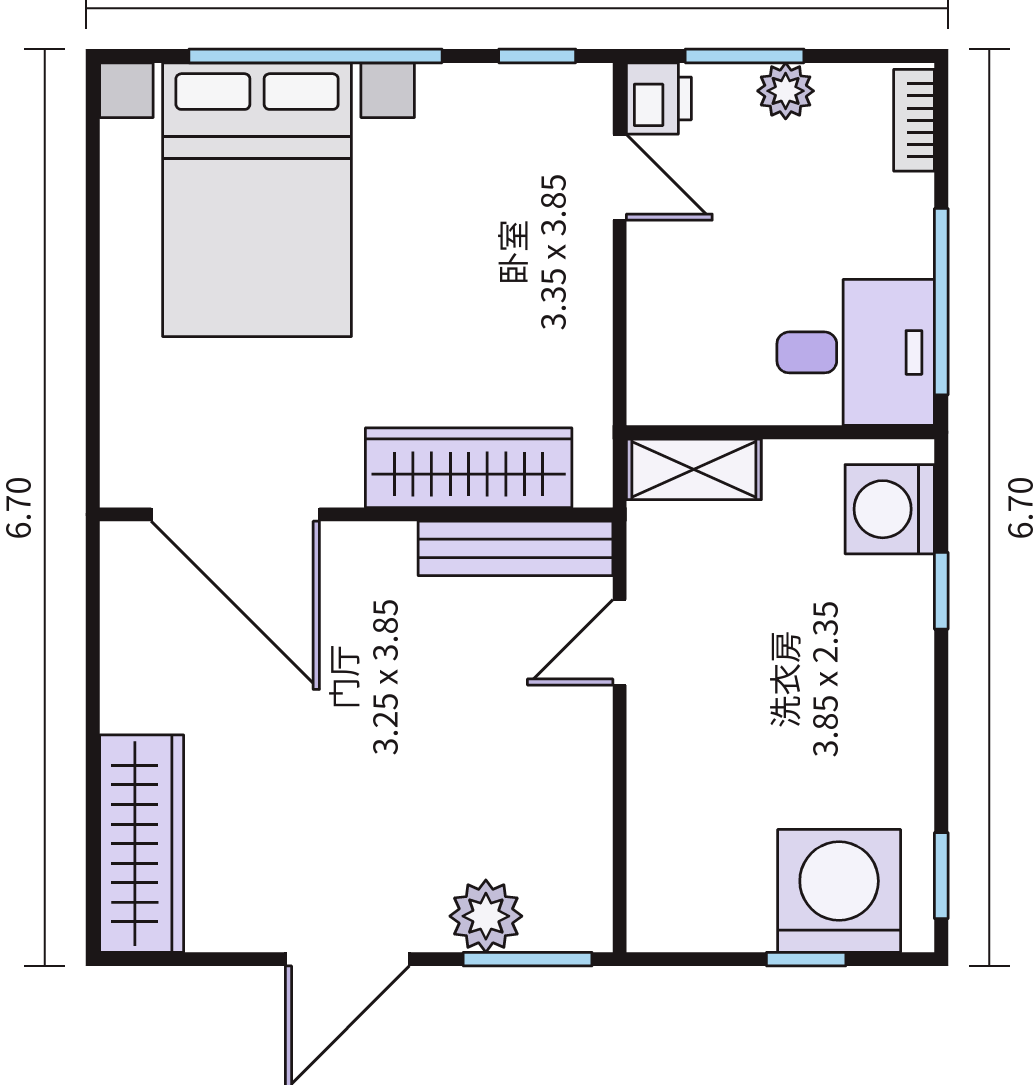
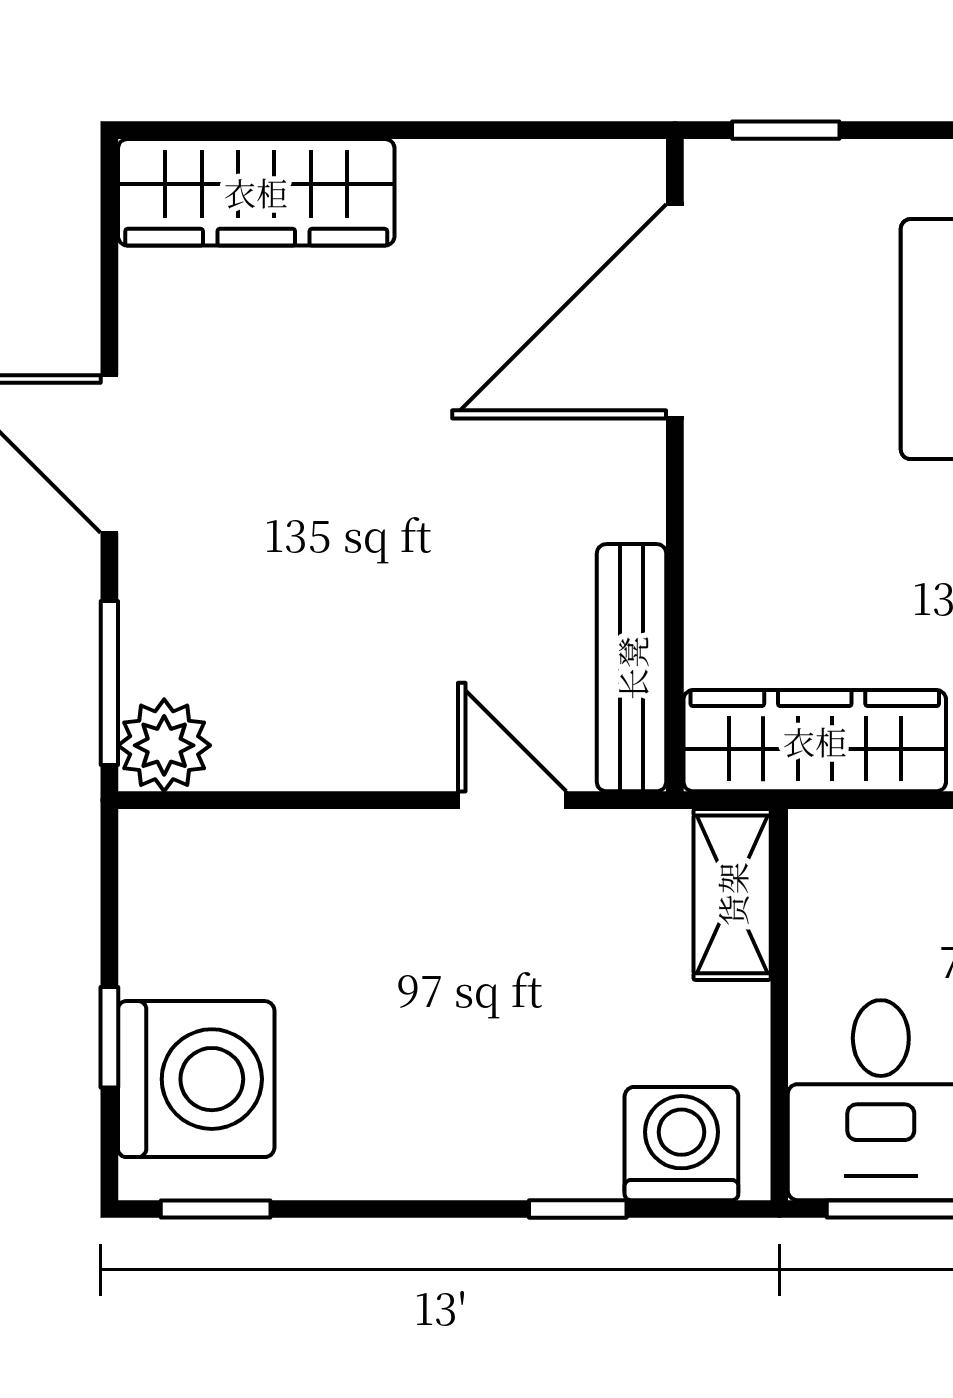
window: (93, 427) -> (786, 130), added
wardrobe: (469, 468) -> (815, 741), moved, turned -90
plant: (486, 916) -> (164, 745), moved

